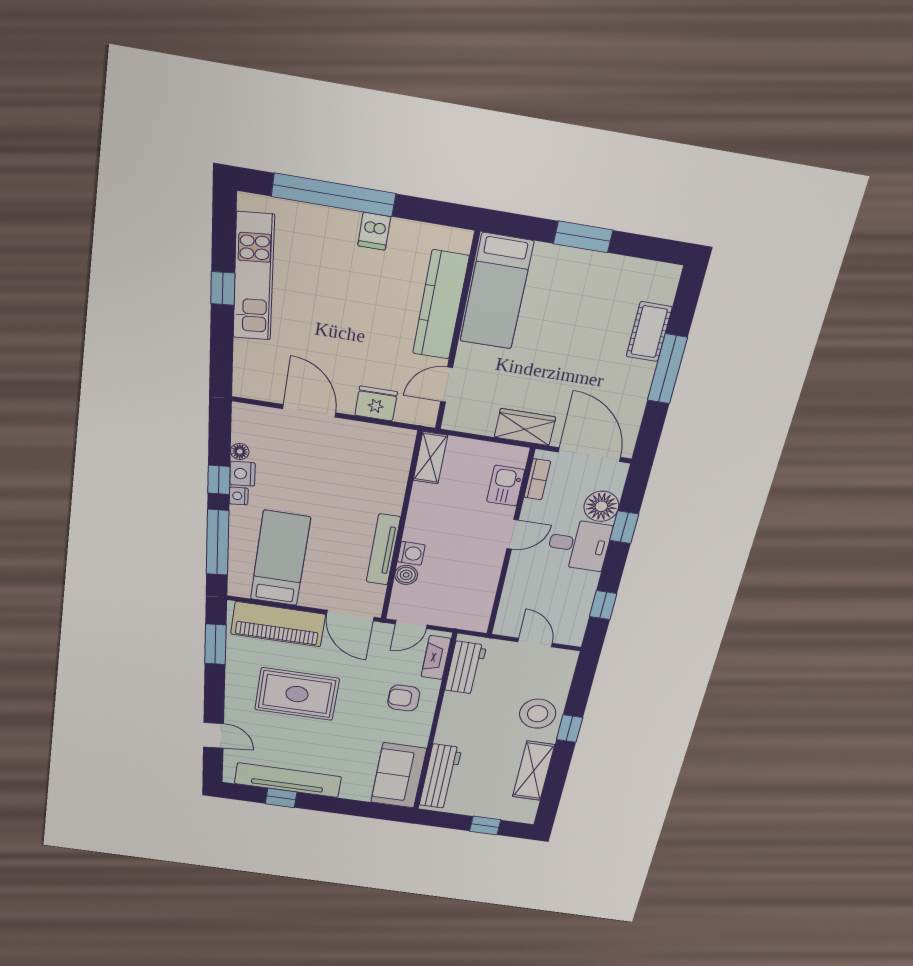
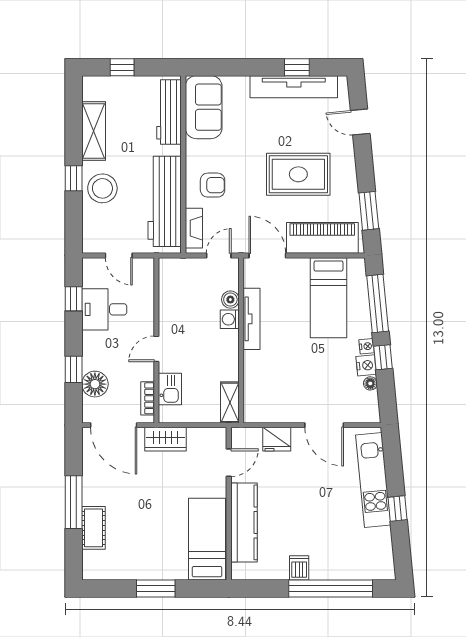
kitchen unit: (254, 277) -> (373, 480), moved
desk: (579, 545) -> (104, 309), moved
workbench: (466, 668) -> (165, 201), width x1.88, depth x1.32

